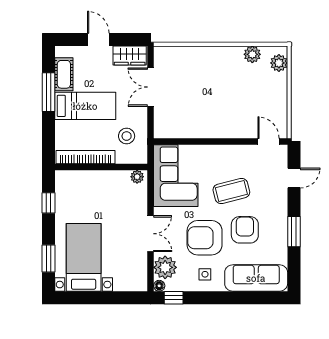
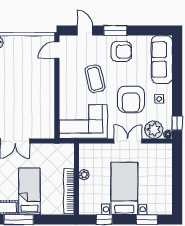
stool: (127, 136) -> (53, 159), removed
plant: (137, 177) -> (84, 175), moved
armchair: (245, 230) -> (121, 52), moved, turned 180
window: (294, 232) -> (115, 31), moved
bed with nightstands: (84, 257) -> (124, 188), moved, turned 90

